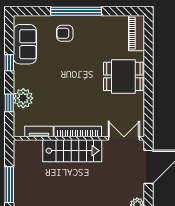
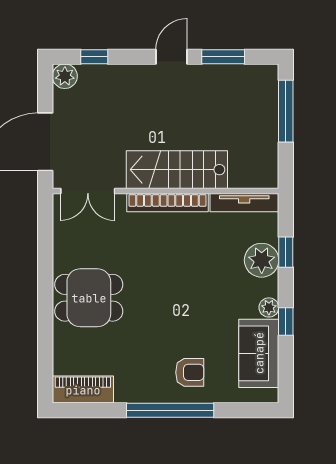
piano: (136, 33) -> (83, 390), moved, turned -90
plant: (19, 71) -> (269, 307), added
tv unit: (39, 132) -> (244, 203), width x1.41

